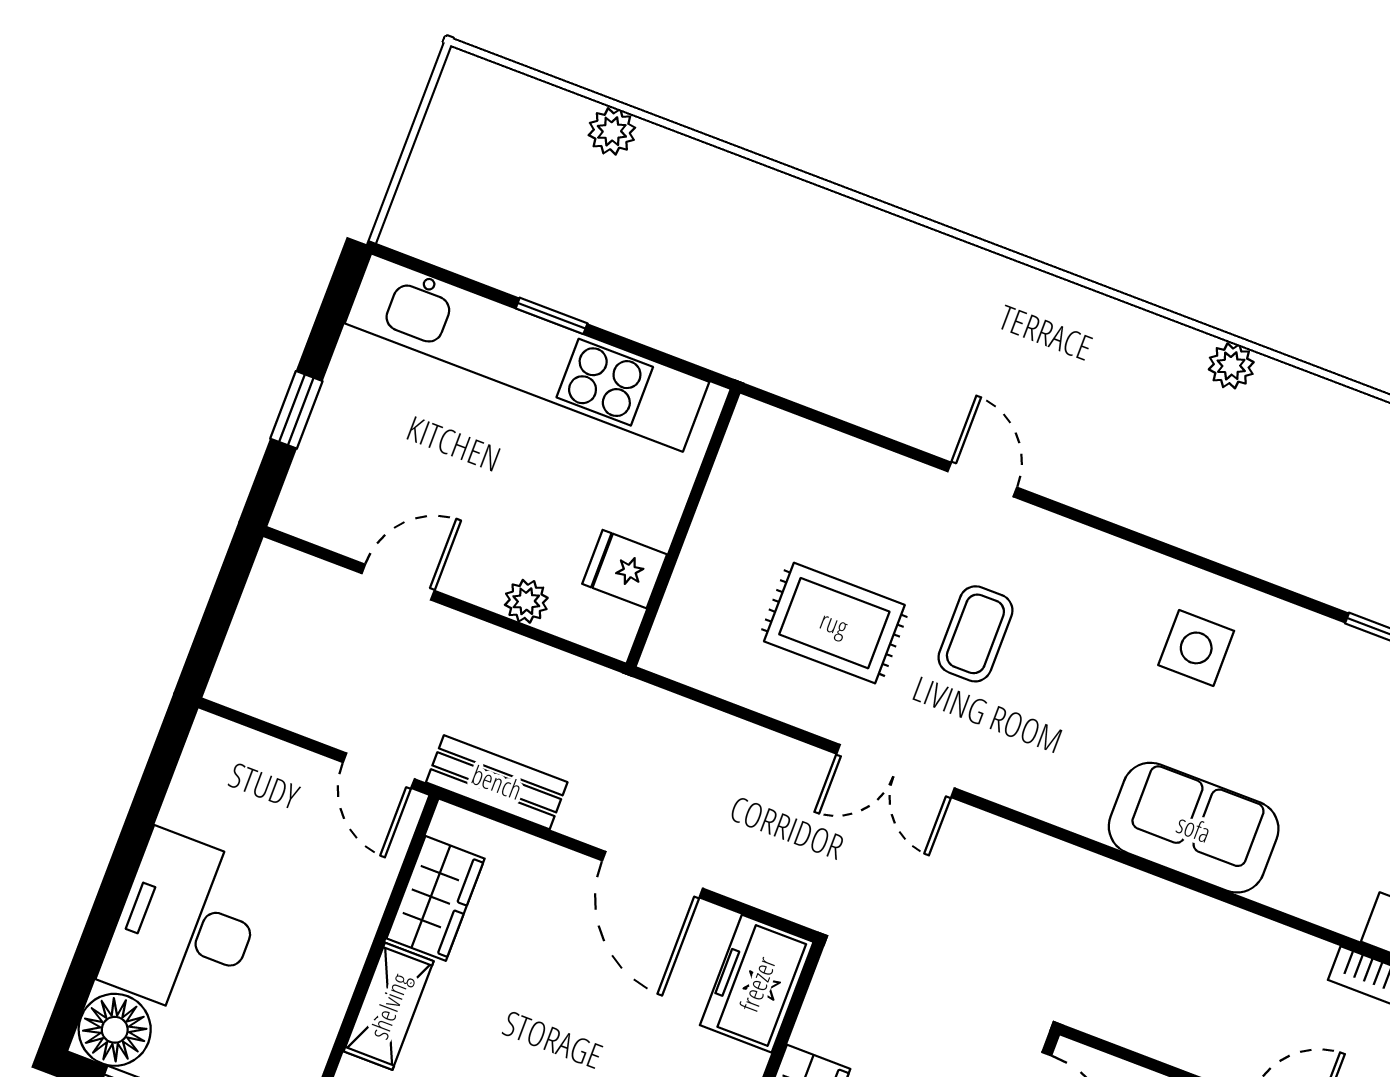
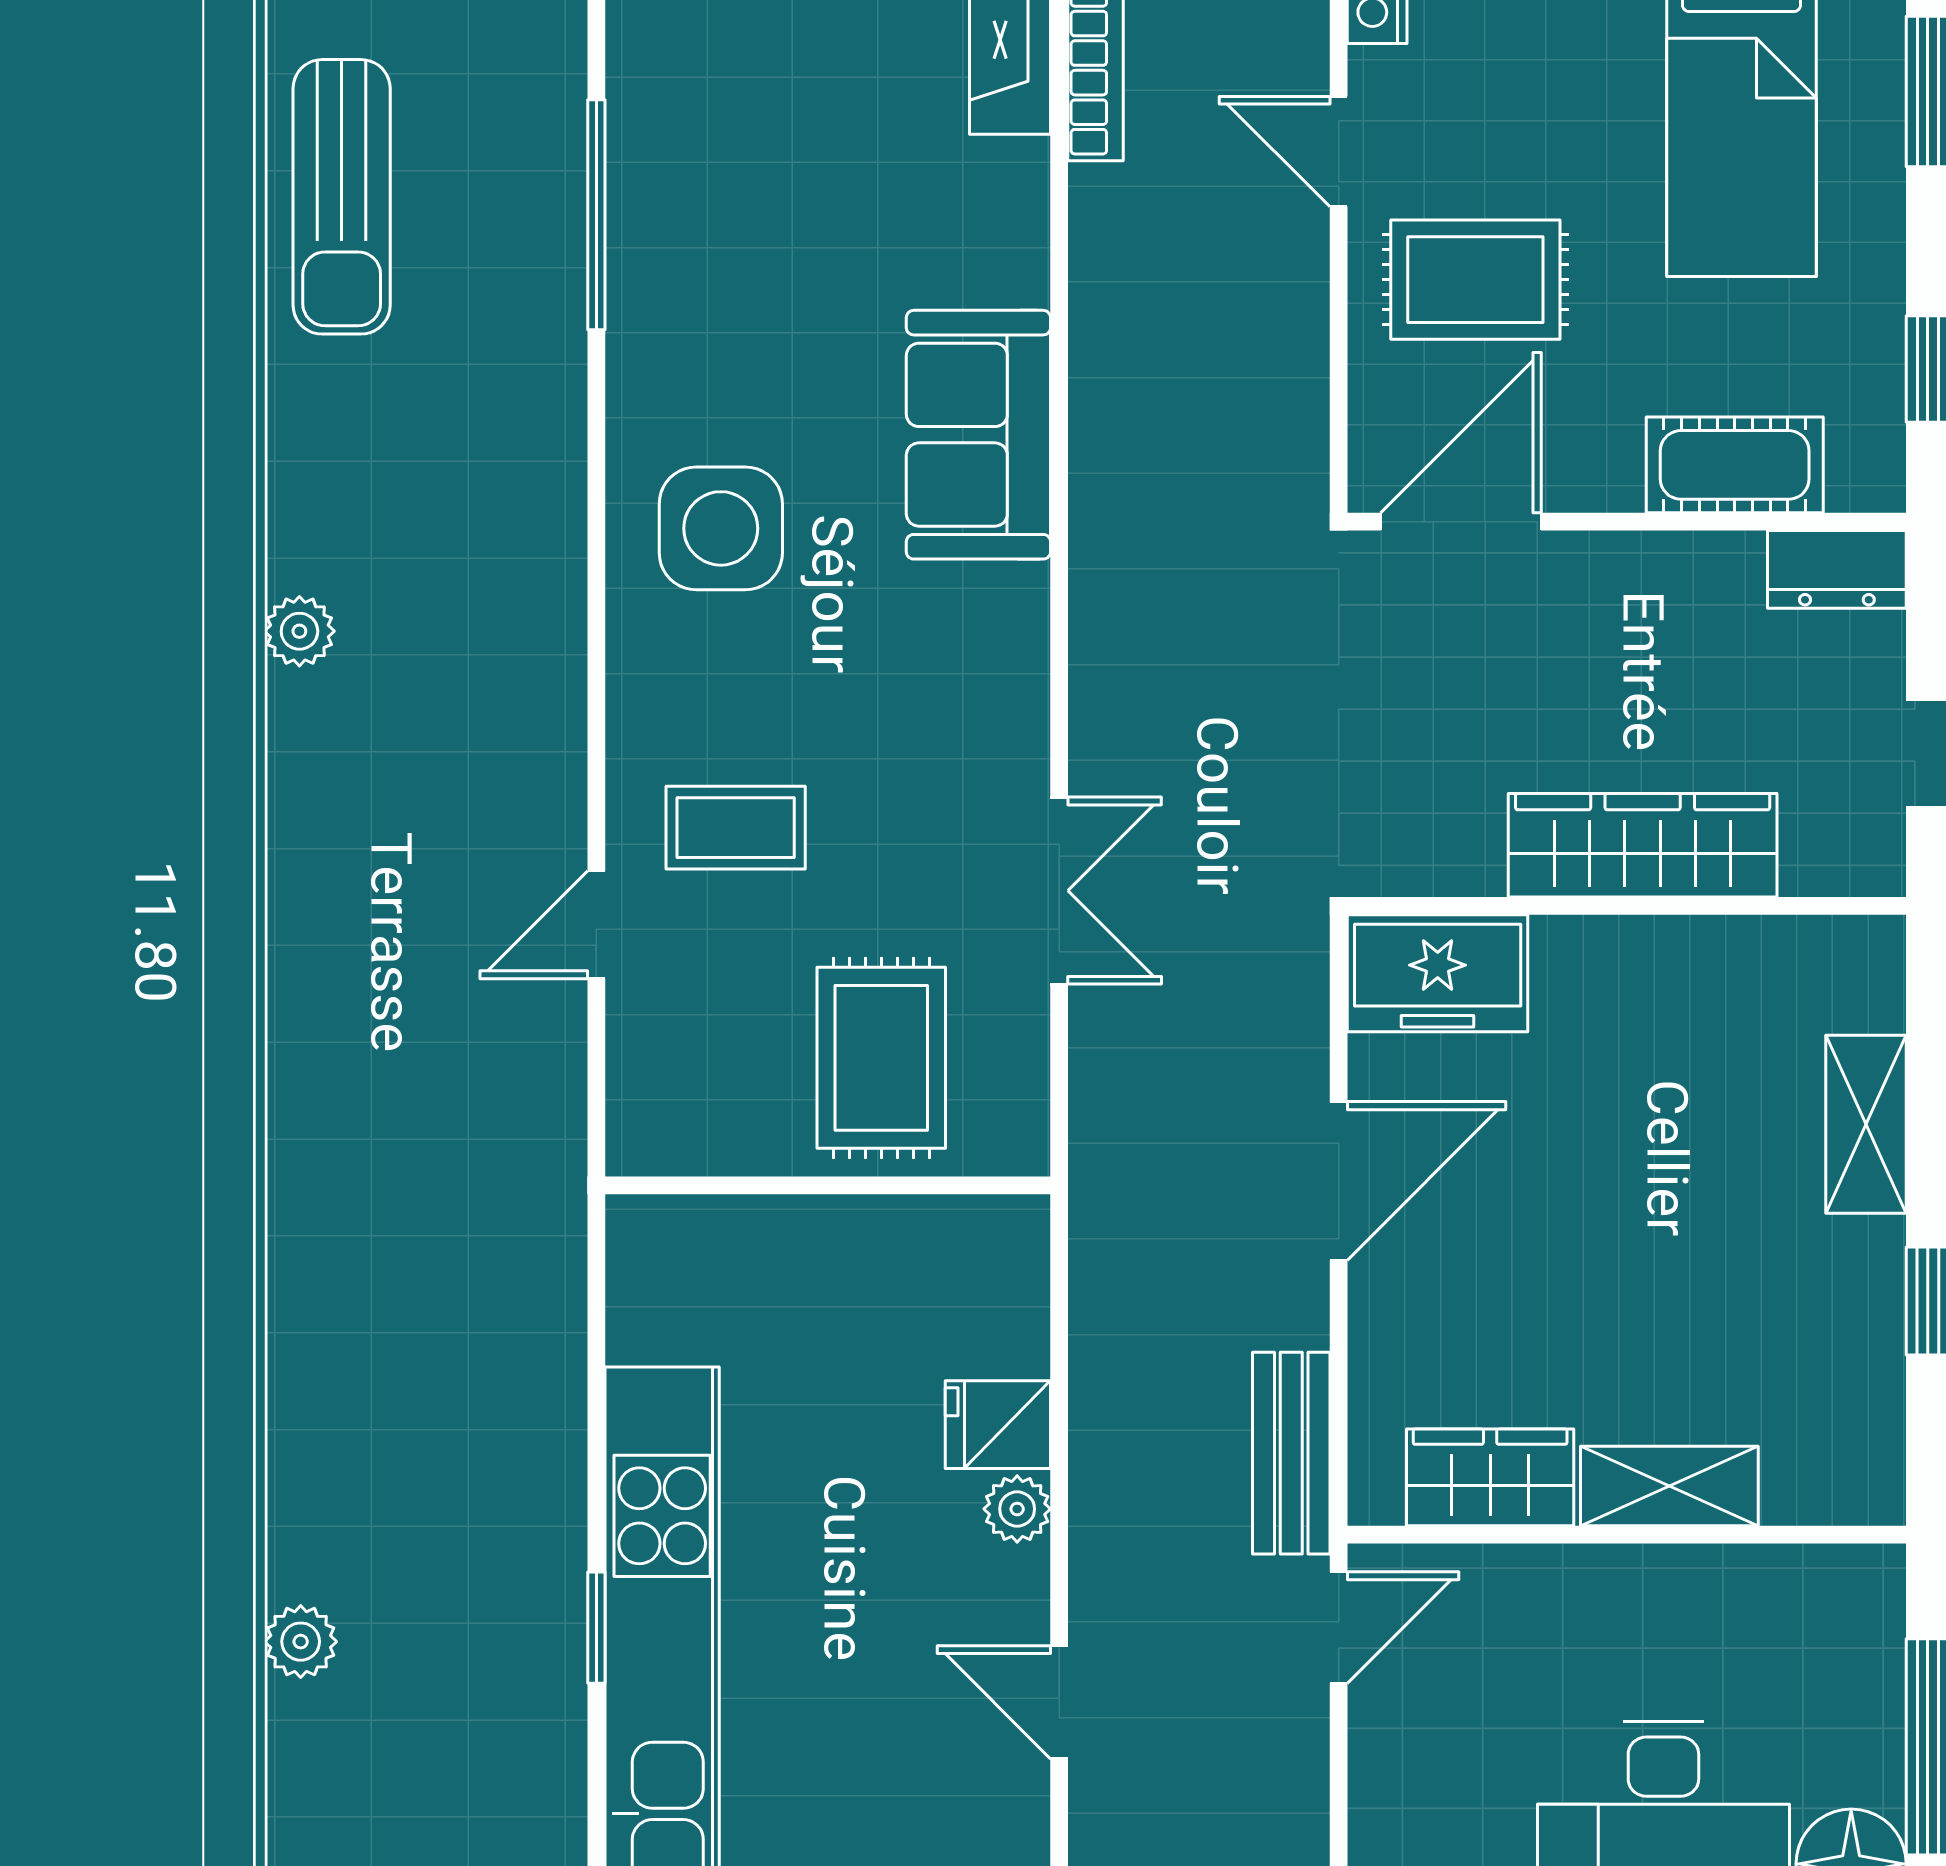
wall: (683, 528) -> (828, 1185), moved
fridge: (625, 569) -> (998, 1425), moved, turned 90
coffee table: (975, 634) -> (736, 828), moved
side table: (1196, 648) -> (721, 528), width x1.37, depth x1.37

